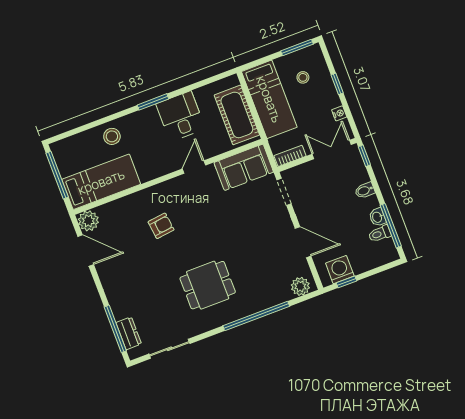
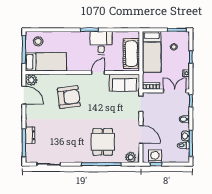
stool: (112, 136) -> (38, 41), moved
armchair: (161, 226) -> (69, 97), width x1.88, depth x1.88
dining table: (208, 285) -> (103, 142), moved, turned 90
dresser: (129, 333) -> (30, 135), moved

